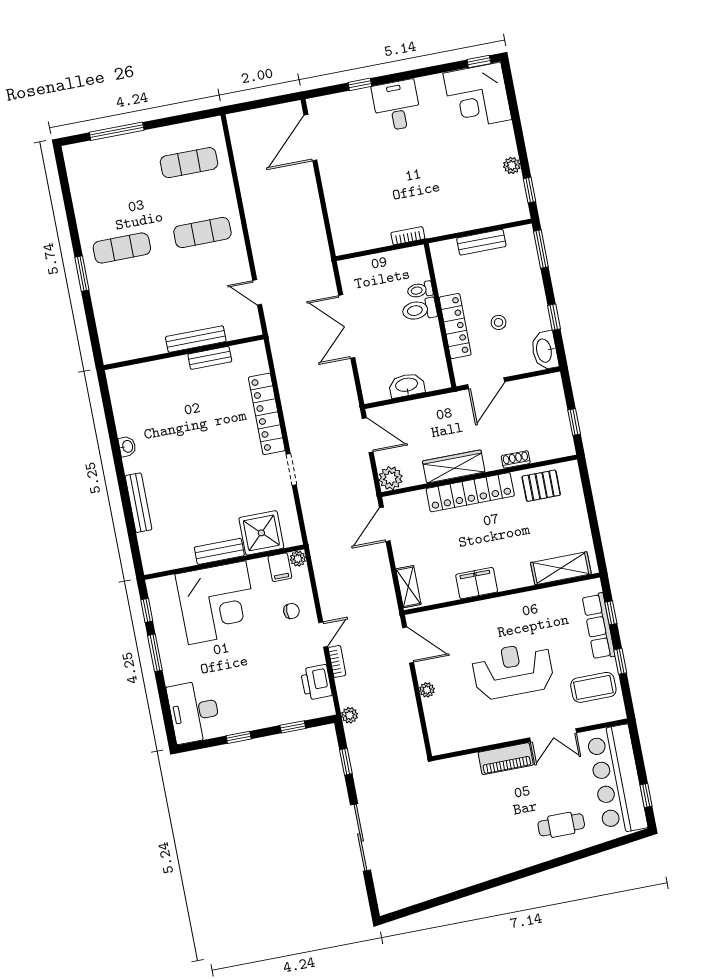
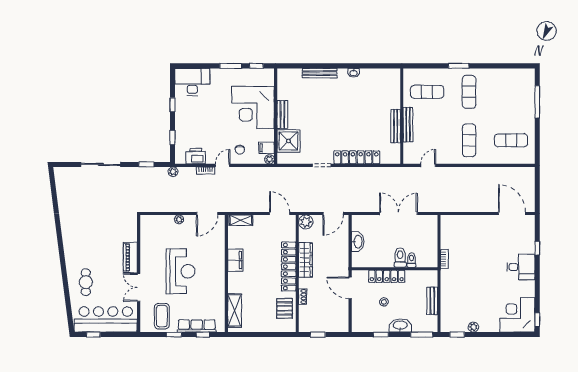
exercise mat: (189, 163) -> (511, 140), turned 90
exercise mat: (135, 318) -> (427, 92), added
washbasin: (545, 350) -> (400, 325), moved
bench: (210, 358) -> (396, 126), width x1.36
door: (323, 634) -> (223, 165), swing flipped

